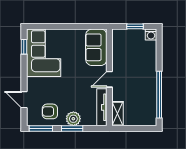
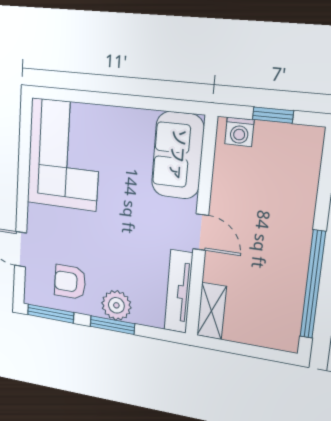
washing machine: (151, 35) -> (239, 132), moved
window: (24, 47) -> (25, 136), removed
door: (109, 79) -> (201, 232), swing flipped

